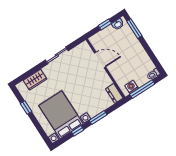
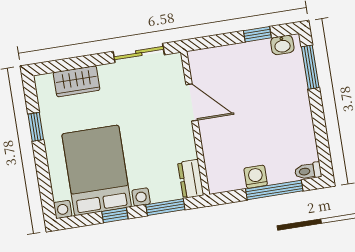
door: (100, 60) -> (192, 102), moved
wall: (105, 68) -> (195, 123), moved
dresser: (114, 93) -> (191, 179), moved

